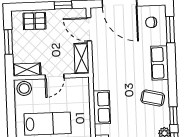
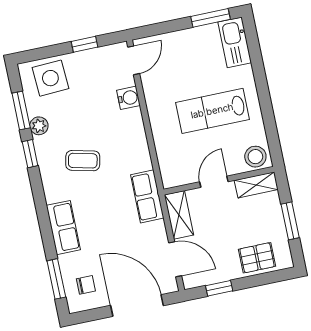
coffee table: (153, 98) -> (83, 161), moved
row of seats: (102, 107) -> (147, 196), moved

